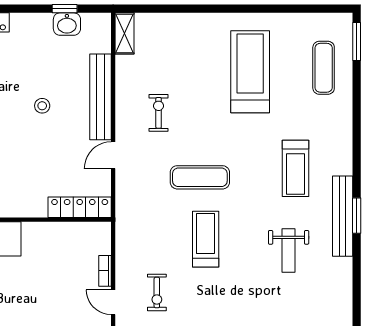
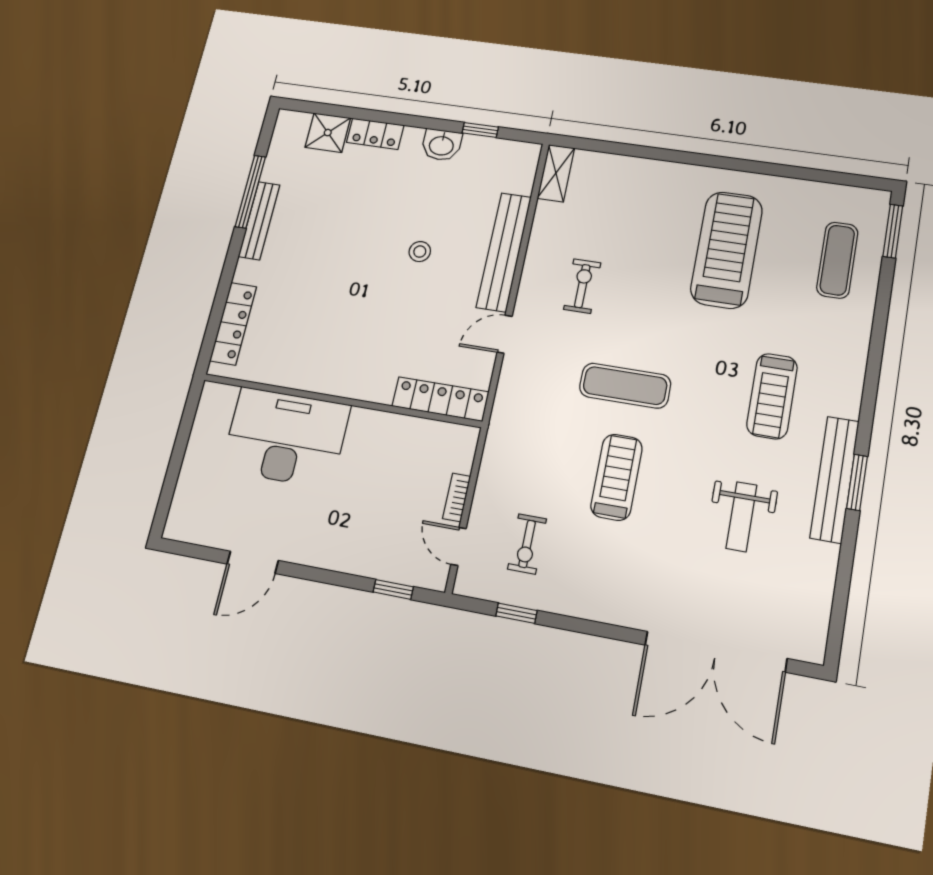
washbasin: (67, 24) -> (441, 145), moved

